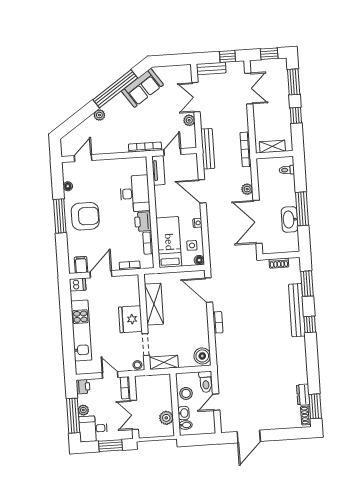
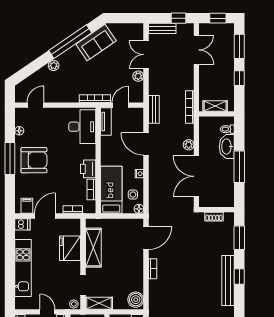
bench: (208, 149) -> (154, 109), width x0.73
desk: (135, 193) -> (82, 127), moved
washbasin: (290, 219) -> (227, 147), moved
door: (209, 290) -> (146, 238), swing flipped
bench: (297, 310) -> (228, 280), moved
fridge: (130, 319) -> (70, 248), moved

